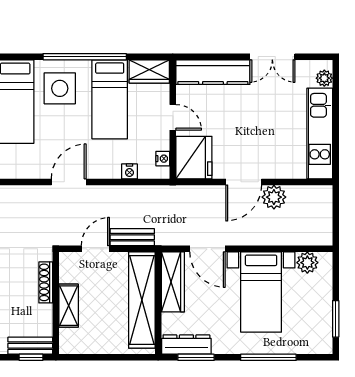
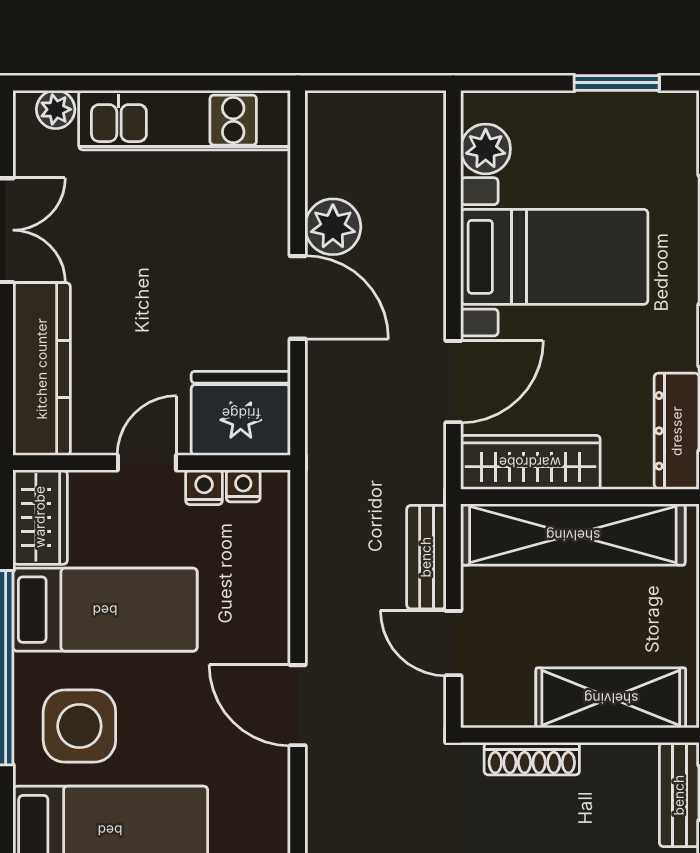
nightstand: (129, 171) -> (204, 487), moved, turned -90
shelving: (69, 306) -> (611, 698), width x1.50, depth x1.33

